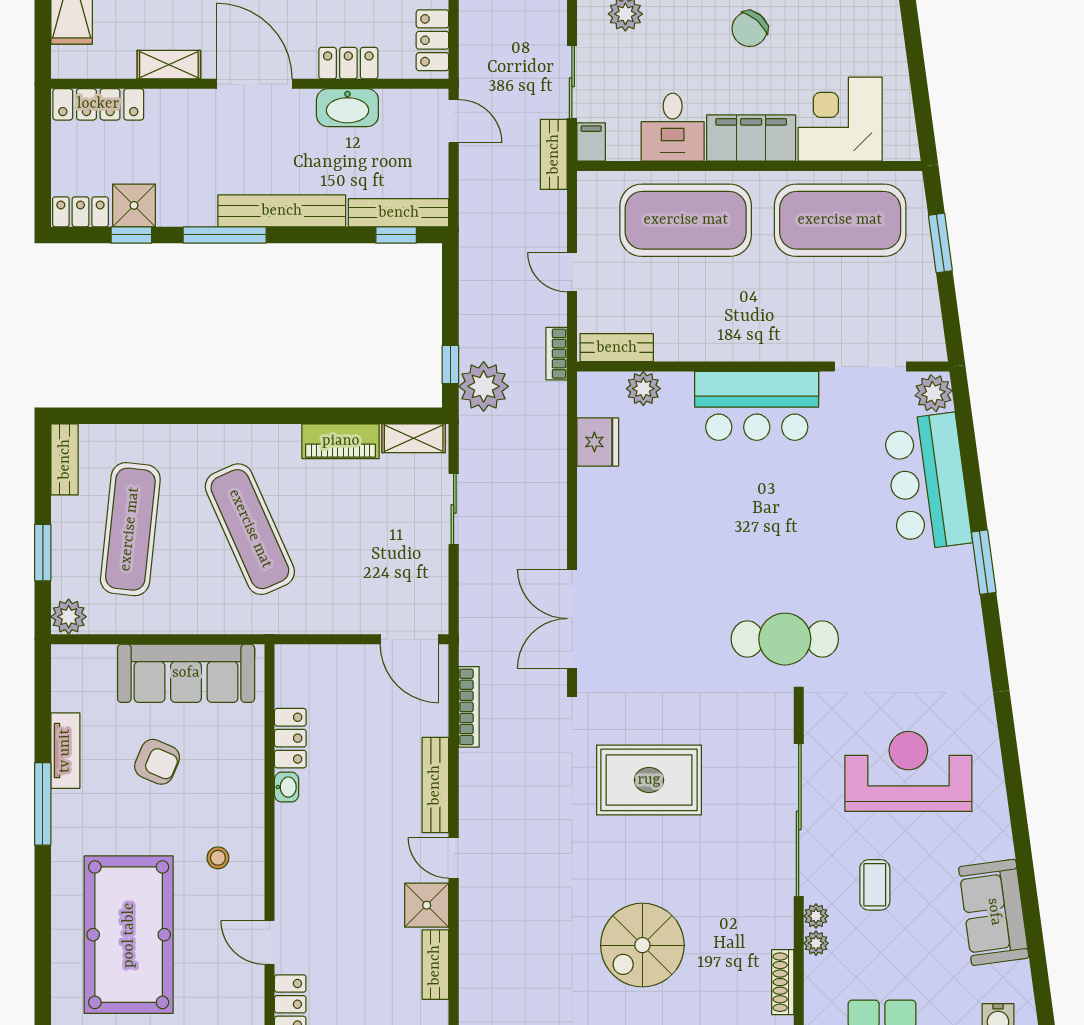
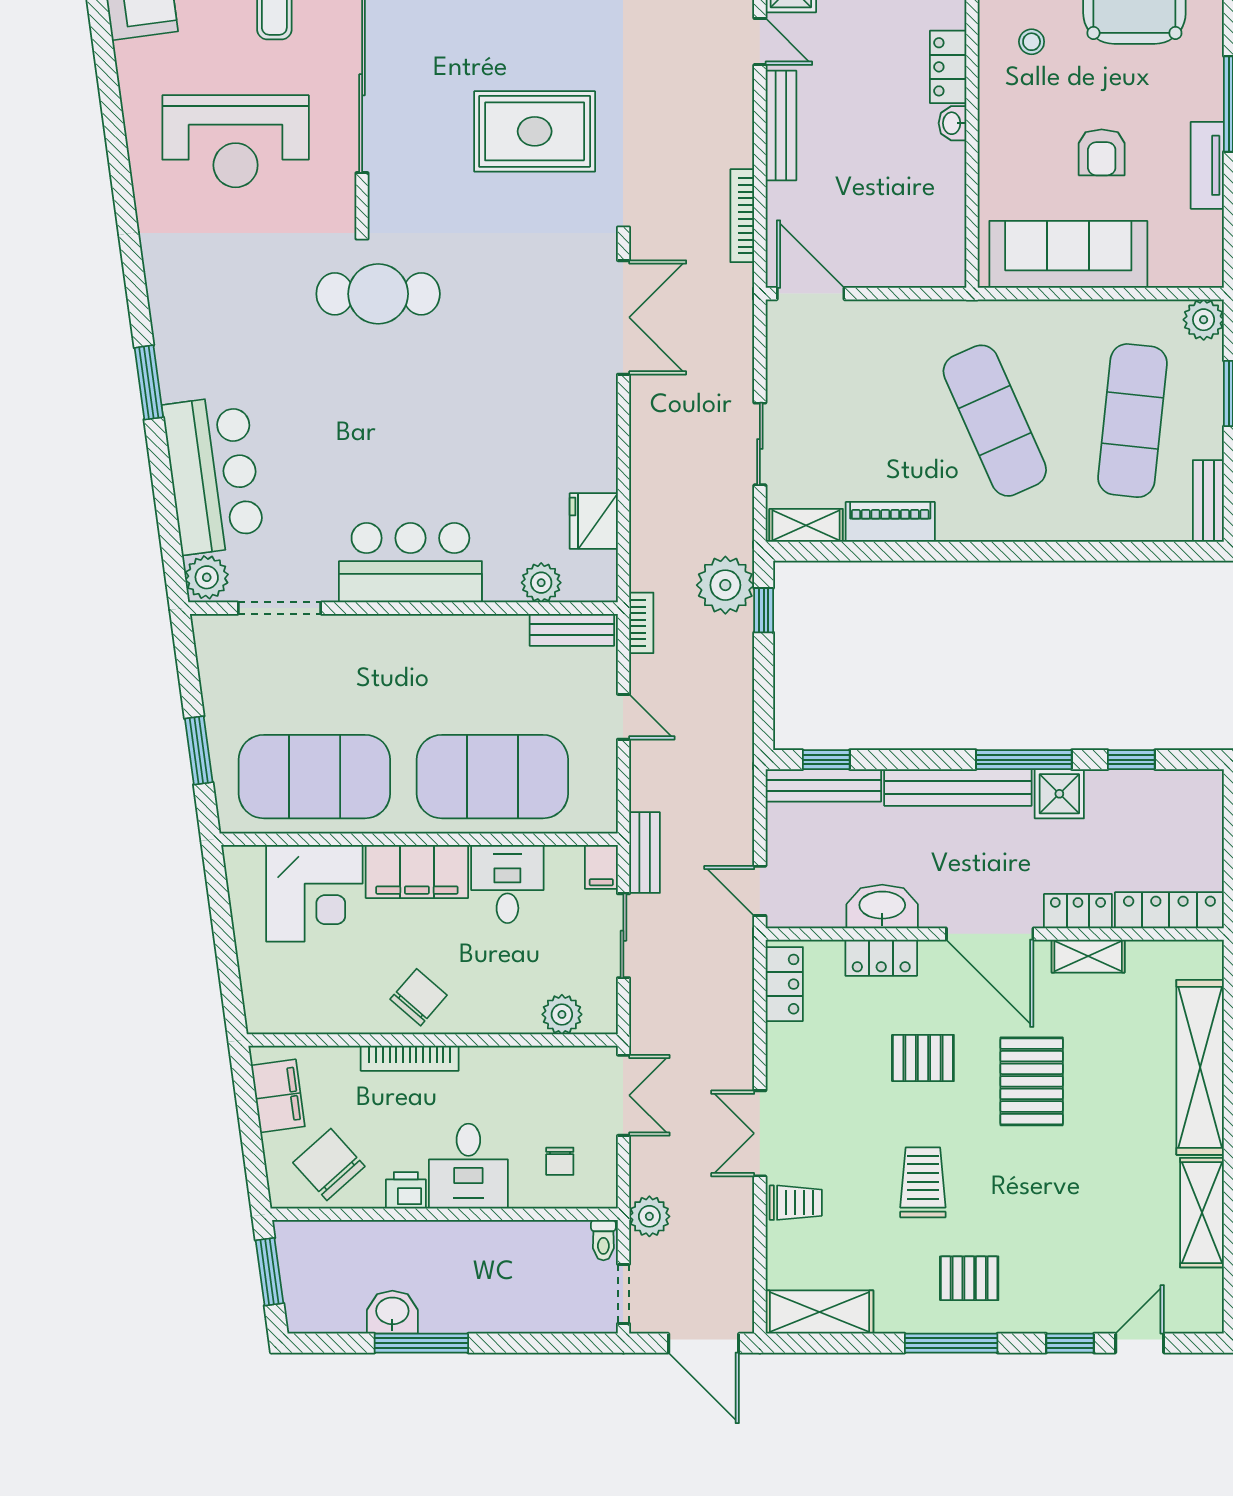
shower: (134, 205) -> (1059, 794), moved
locker: (80, 212) -> (1078, 911), moved, turned 180
locker: (290, 738) -> (948, 67), moved
armchair: (157, 762) -> (1102, 152), turned -113

